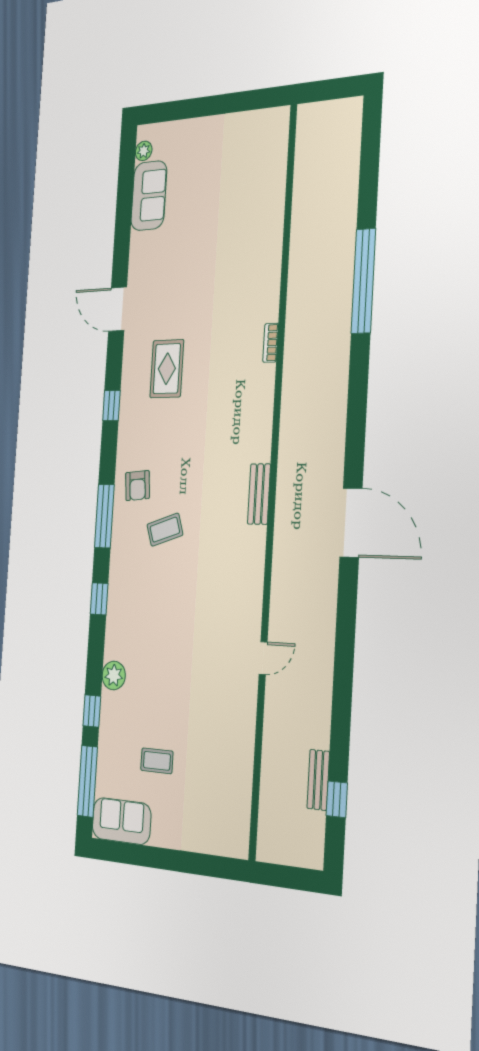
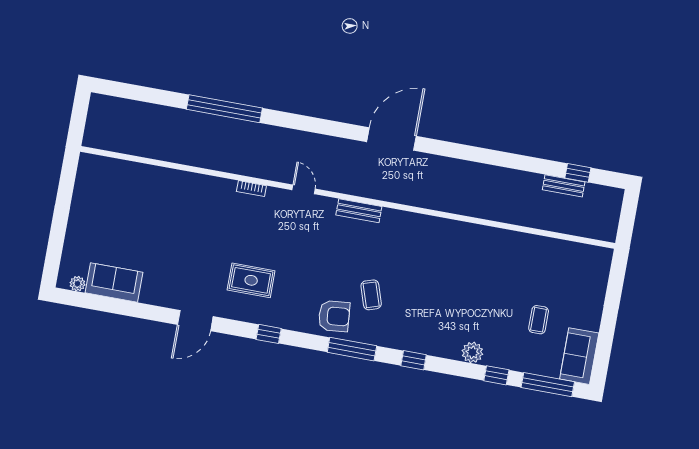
armchair: (137, 486) -> (334, 316), width x1.38, depth x1.38
door: (263, 658) -> (304, 189), moved

